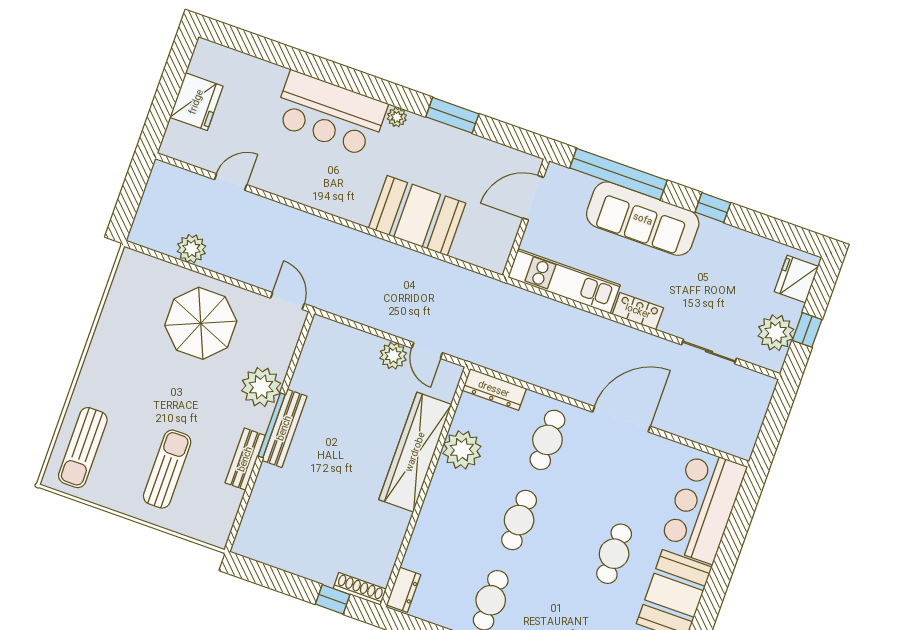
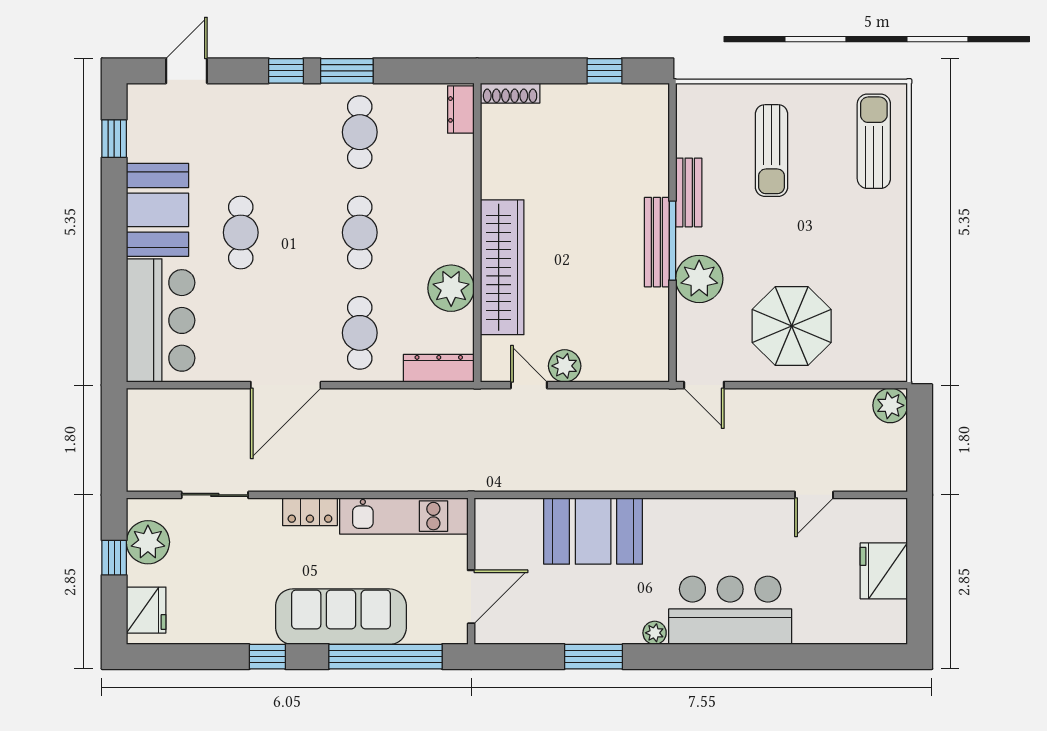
plant: (192, 249) -> (890, 405), moved
window: (333, 599) -> (604, 71), moved

